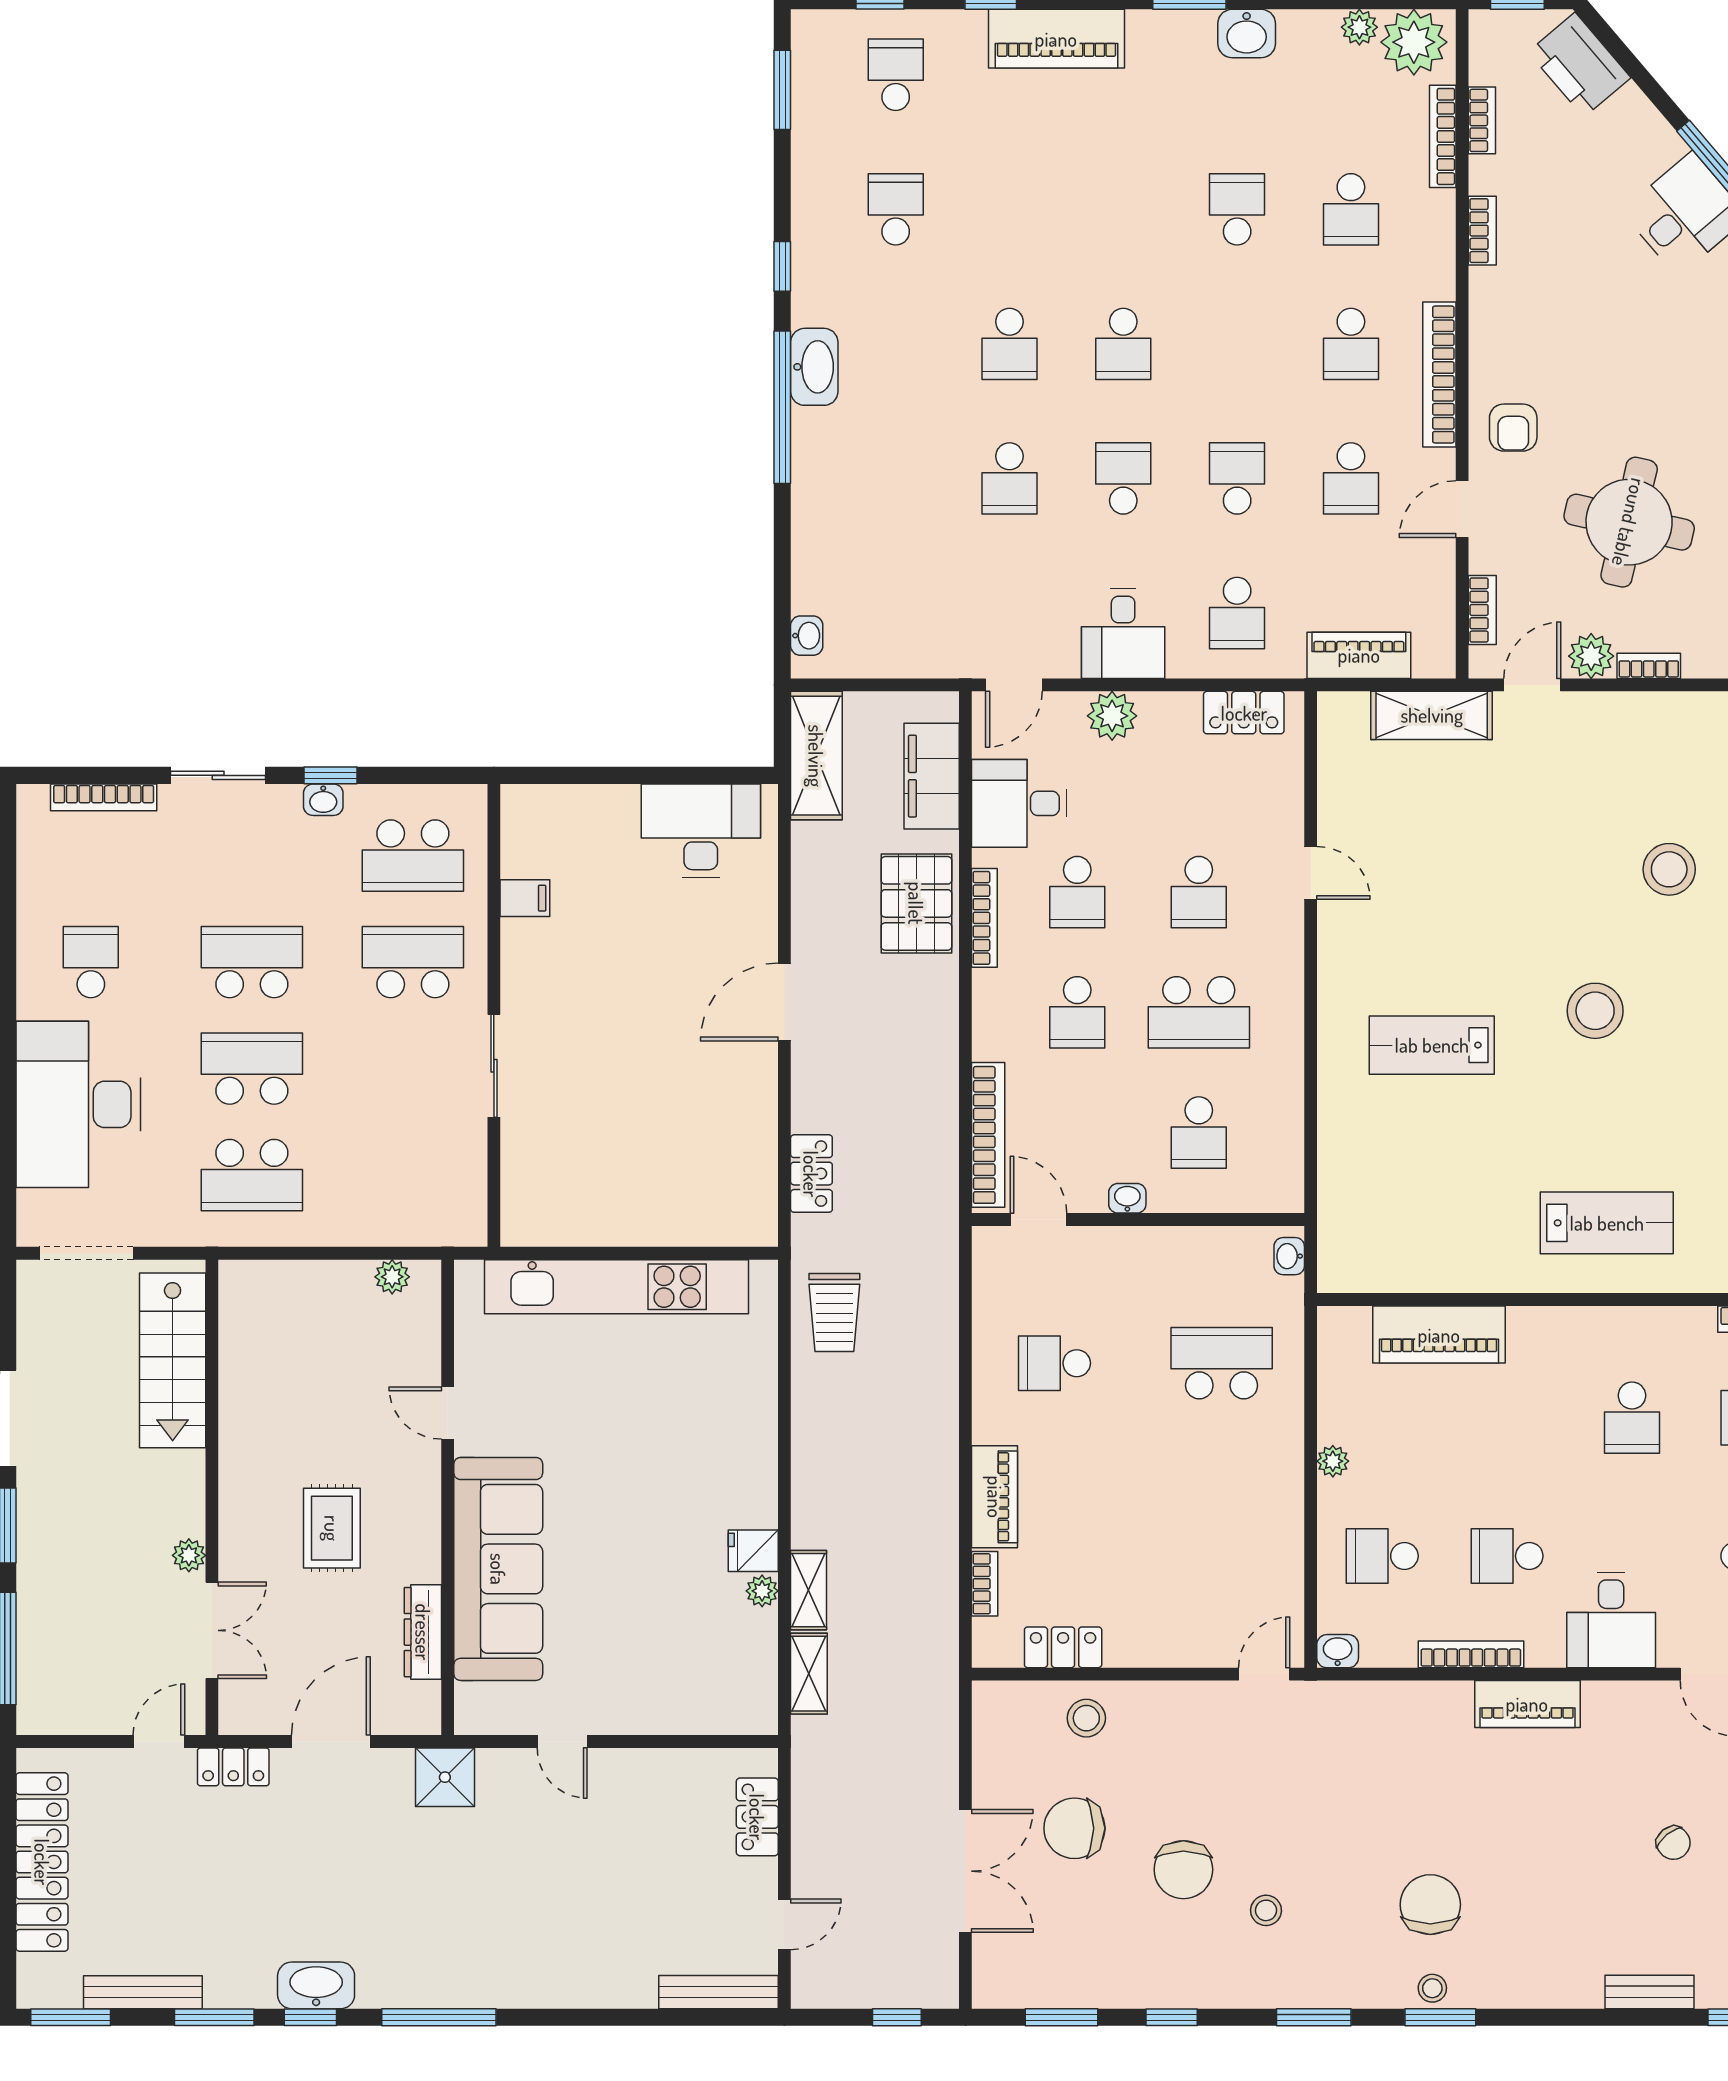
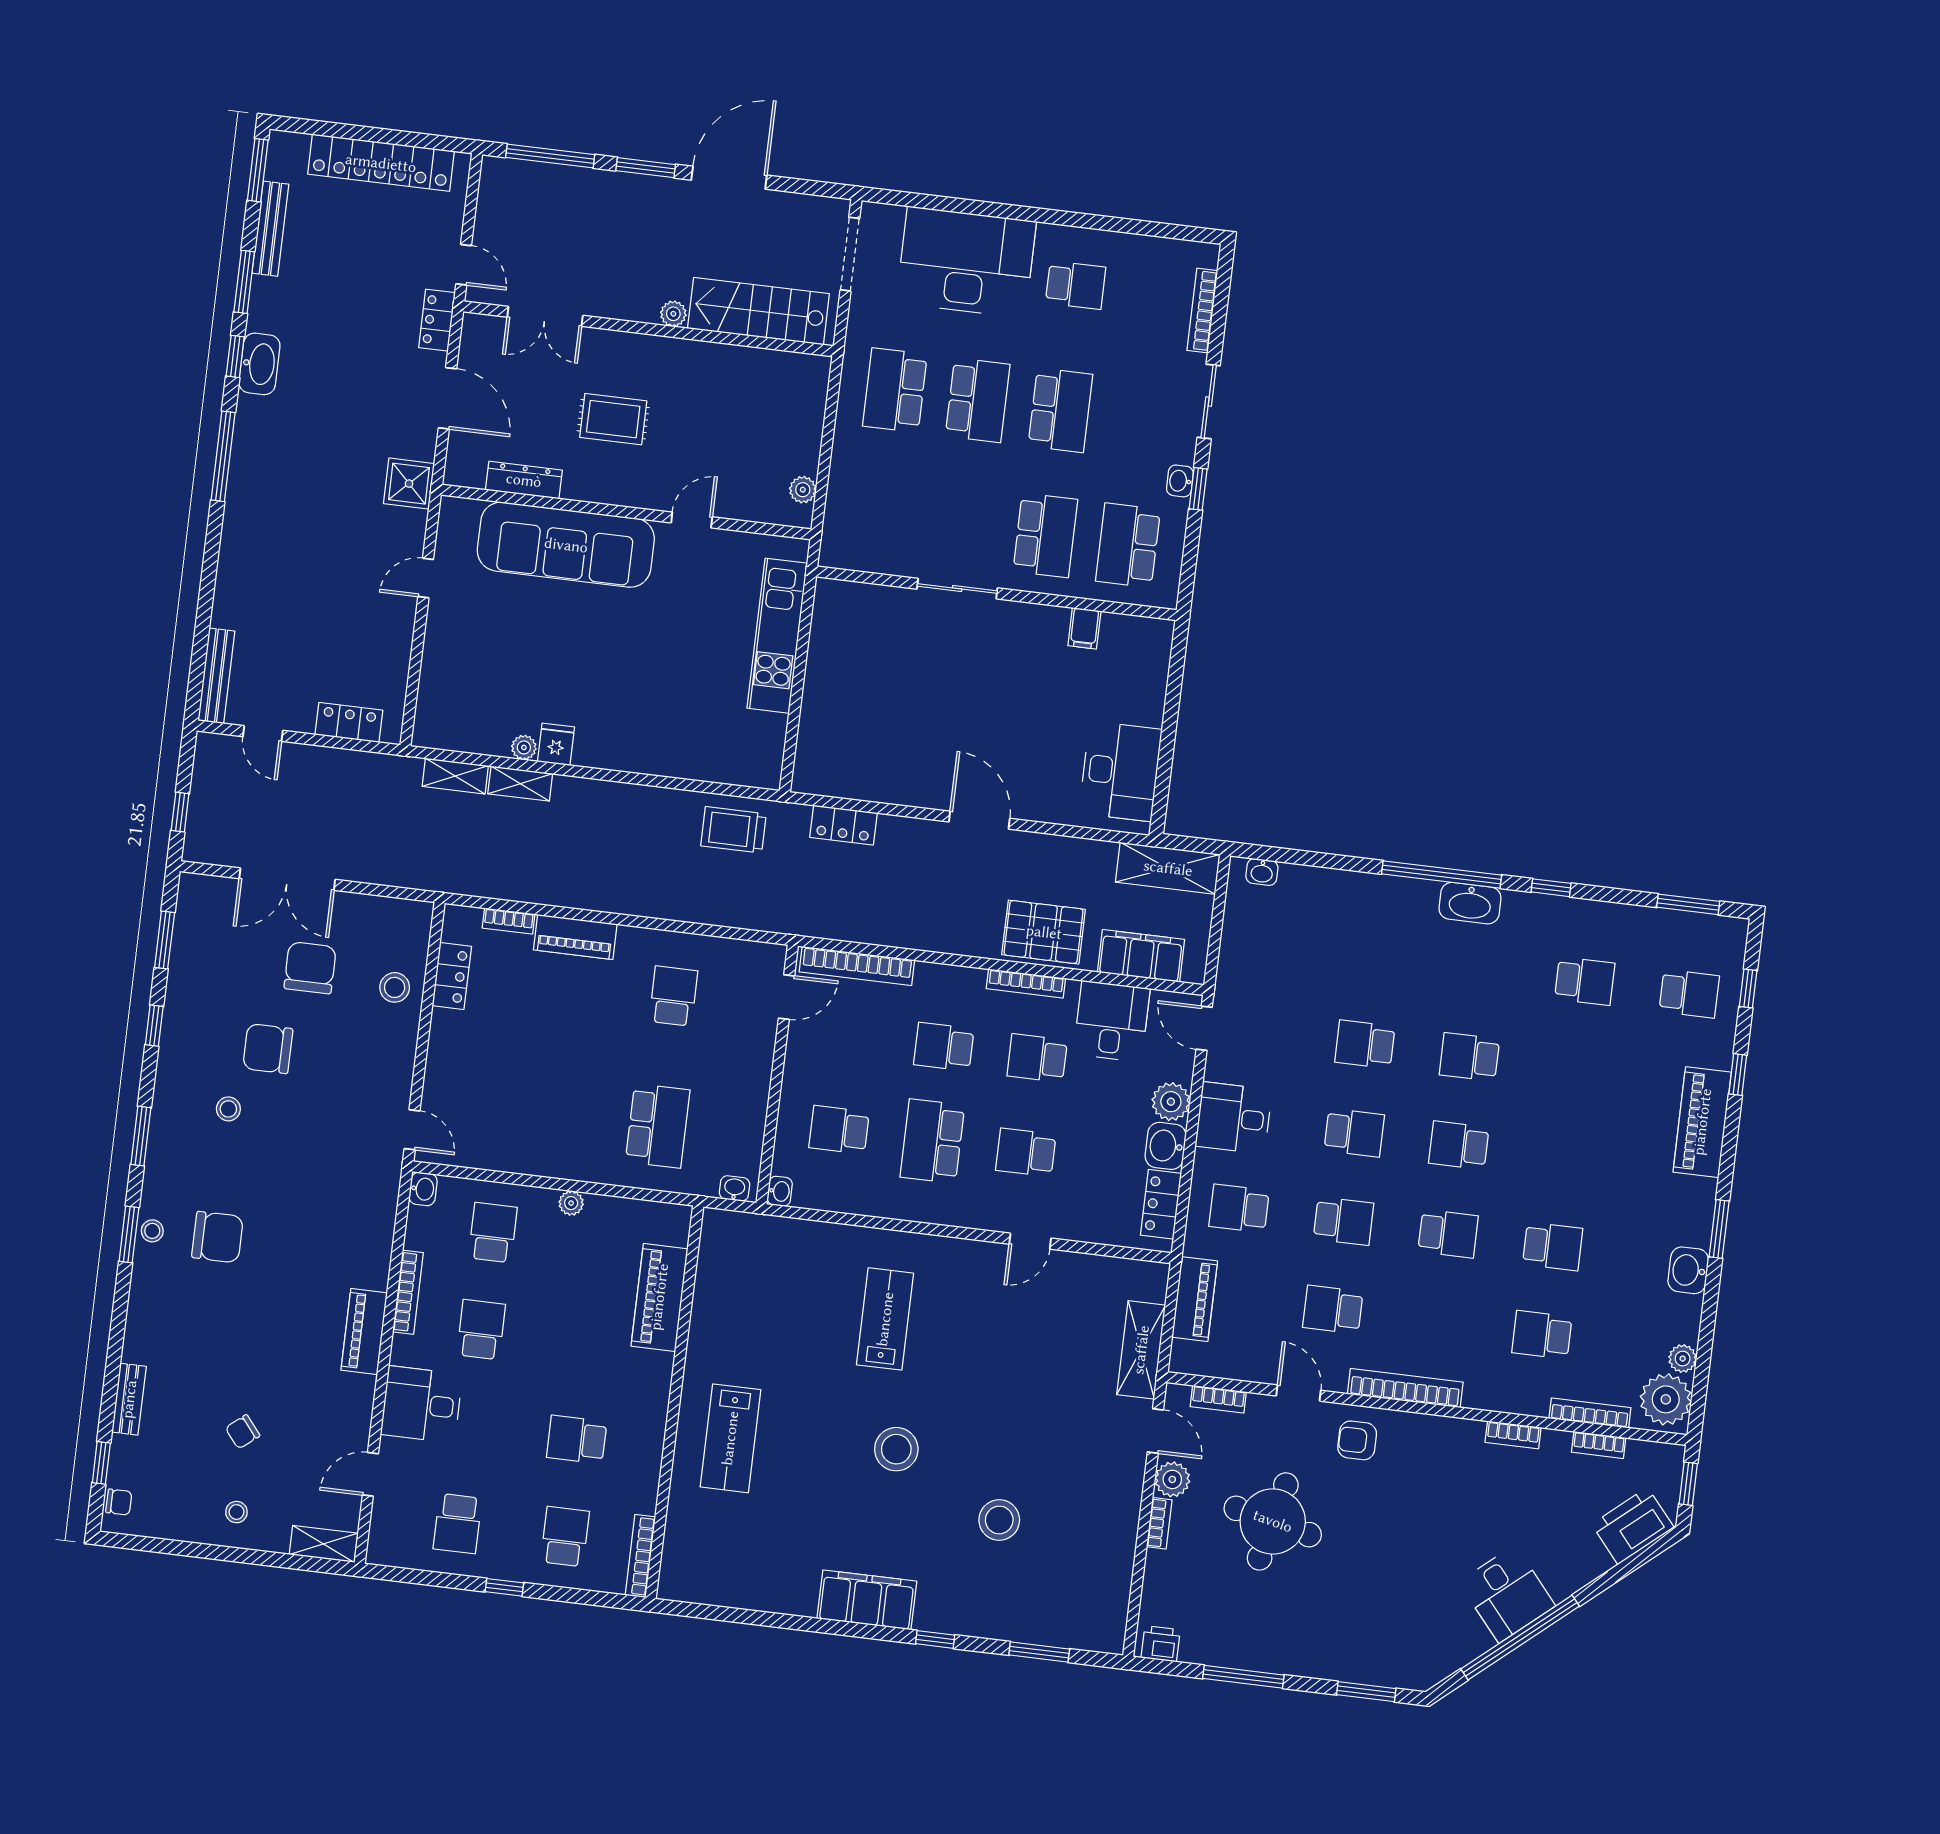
school desk: (1351, 344) -> (1448, 1234), moved, turned 180
washbasin: (1169, 716) -> (1166, 1146), added
washbasin: (1127, 1198) -> (780, 1191), moved
kitchen unit: (616, 1287) -> (777, 636), width x0.73
plant: (189, 1555) -> (673, 314), moved

